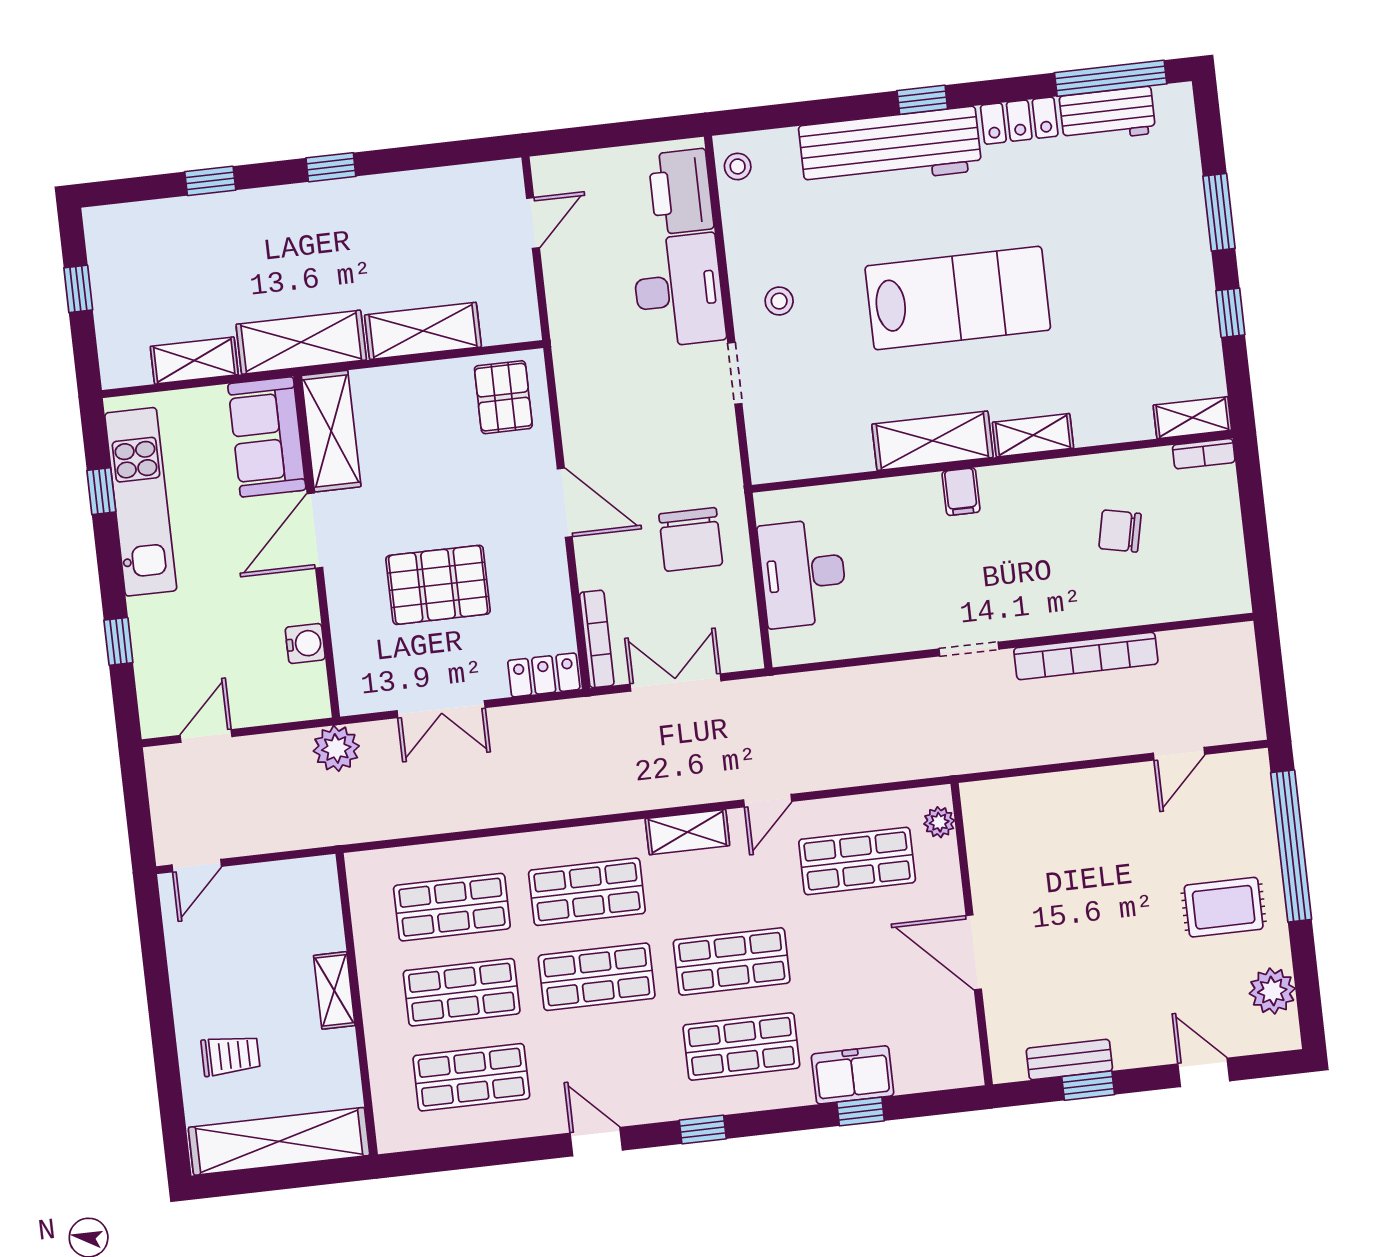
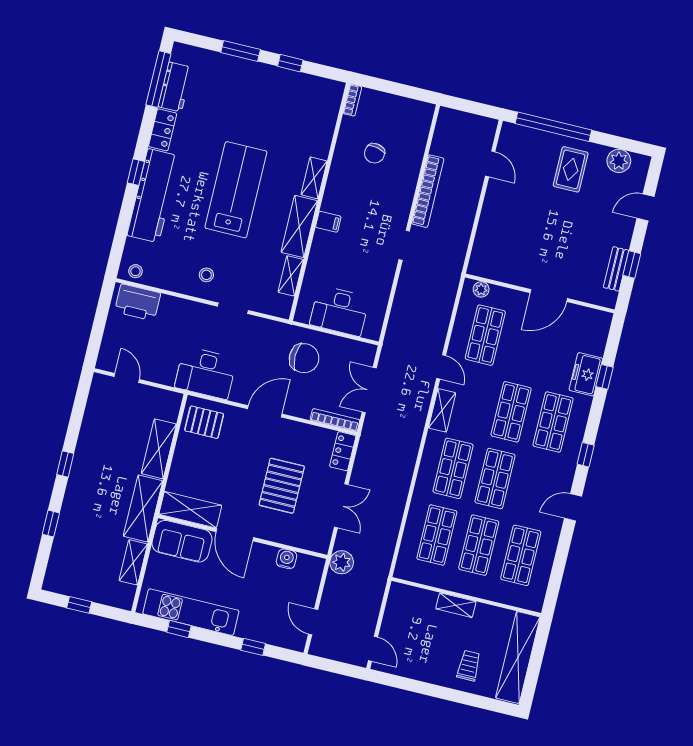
desk: (679, 290) -> (206, 373), moved, turned 180
shelving: (1192, 418) -> (291, 276), moved

